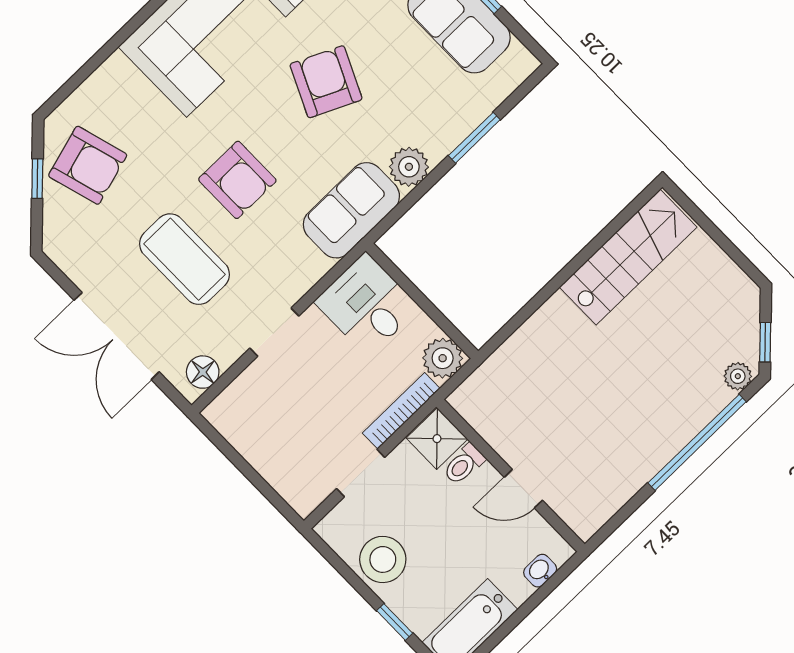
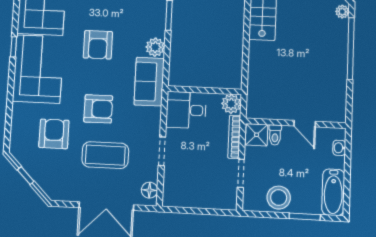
armchair: (326, 82) -> (98, 45), turned -115
armchair: (88, 165) -> (54, 134), moved, turned -74
door: (523, 489) -> (305, 124), hinge flipped
window: (395, 622) -> (305, 217), width x1.50

